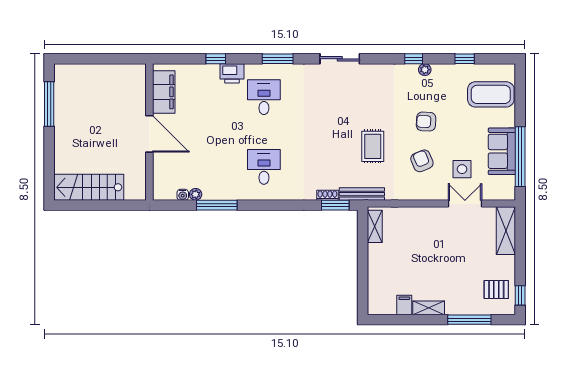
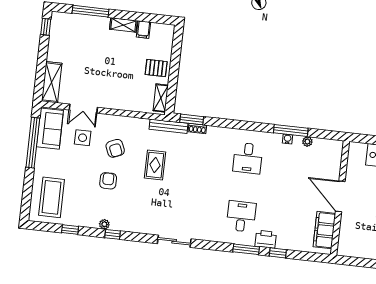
window: (278, 59) -> (246, 249), moved
coffee table: (491, 94) -> (52, 197), turned 90
desk: (264, 97) -> (241, 216), turned 180
armchair: (426, 122) -> (108, 181), turned -93
sofa: (502, 151) -> (50, 129), moved
water cooler: (183, 195) -> (288, 139), moved
pallet: (496, 289) -> (156, 68), moved

